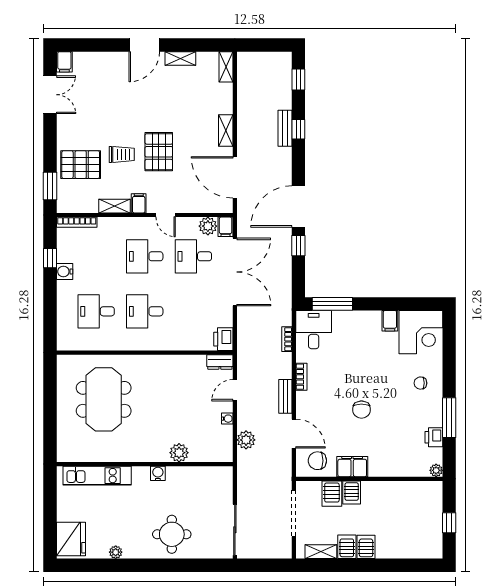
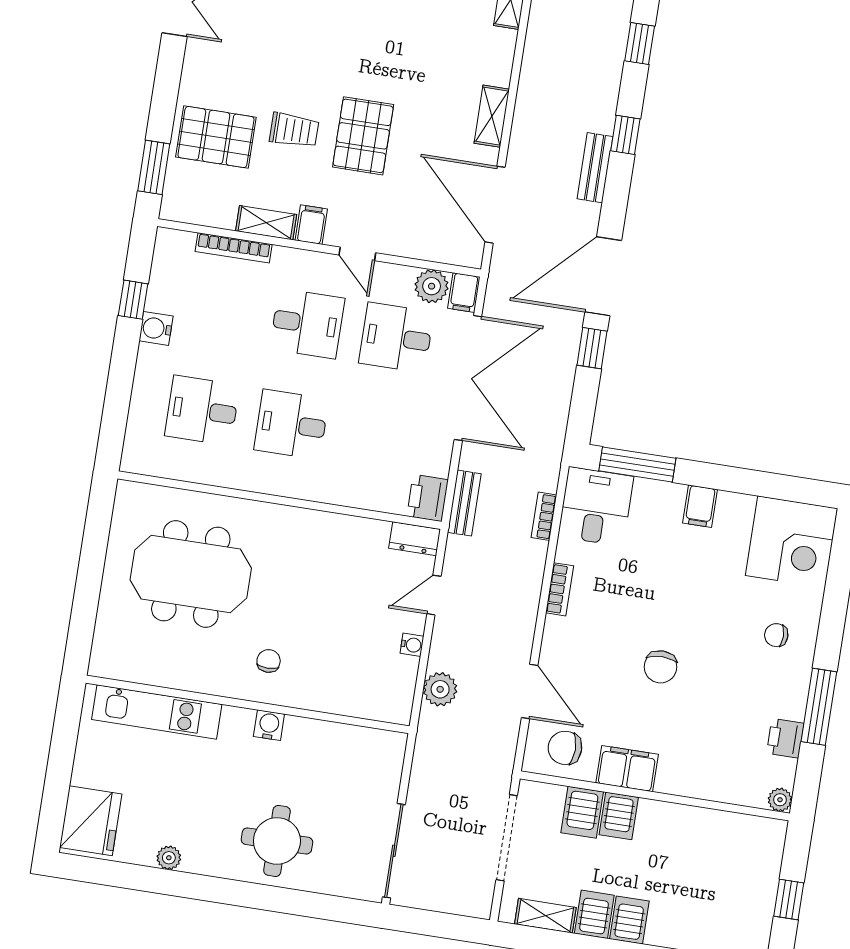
bench: (285, 128) -> (595, 168), moved
bookcase: (77, 222) -> (234, 248), moved
desk: (145, 256) -> (307, 324), turned 180
filing cabinet: (390, 321) -> (700, 506), moved
bench: (285, 396) -> (464, 503), moved
meeting table: (104, 399) -> (191, 574), turned 90
chair: (152, 439) -> (269, 661), added
plant: (179, 453) -> (314, 694), removed

